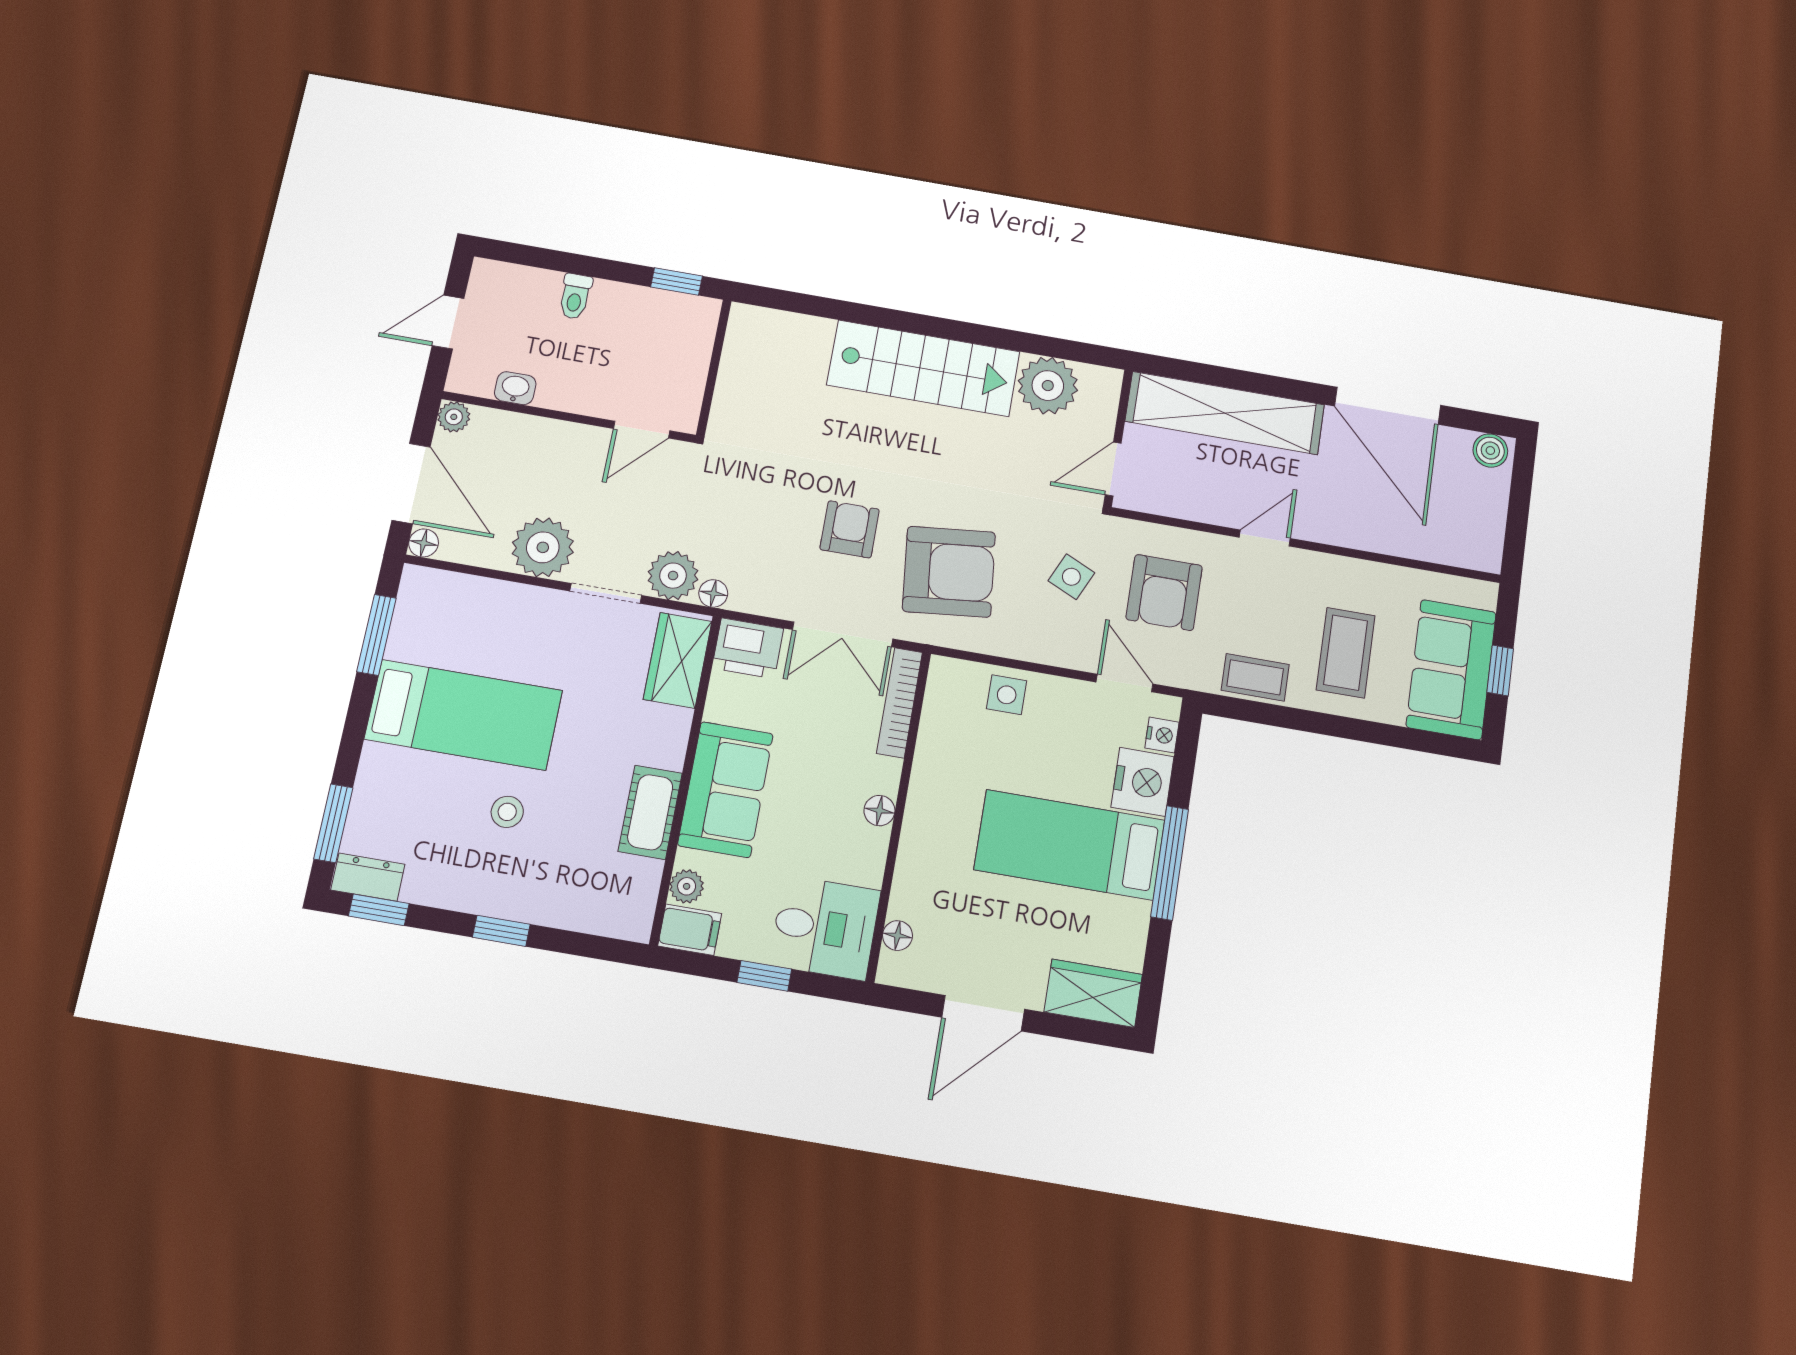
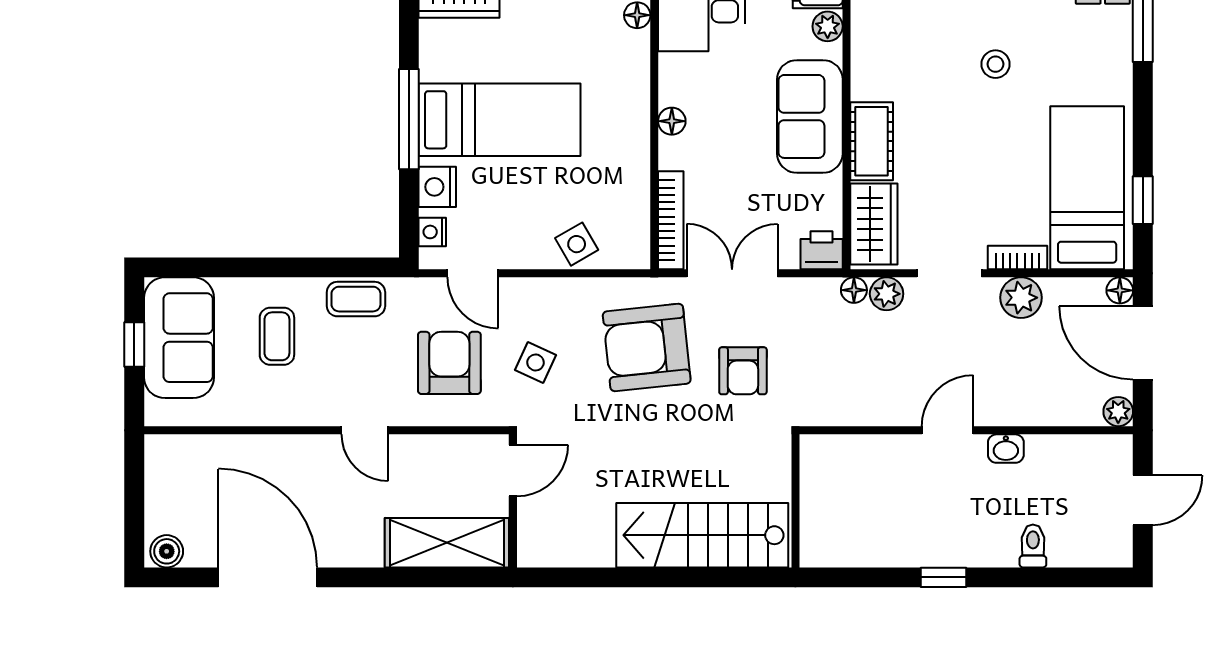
wall: (714, 368) -> (795, 501), moved
plant: (1048, 386) -> (585, 539), removed
washbasin: (515, 388) -> (1006, 449), moved
shelving: (1225, 413) -> (447, 543), width x0.68
door: (1265, 538) -> (365, 430), hinge flipped
plant: (543, 547) -> (1021, 298), width x0.73, depth x0.73
plant: (673, 576) -> (887, 294), width x0.73, depth x0.73
bookcase: (528, 597) -> (1017, 257), added
window: (376, 635) -> (1143, 200), width x0.67
printer: (748, 648) -> (822, 250), width x0.73, depth x0.81
coffee table: (1346, 653) -> (277, 336), width x0.73, depth x0.77
side table: (1007, 695) -> (577, 244), turned -30
bed: (464, 715) -> (1087, 188), moved, turned 90
nightstand: (1143, 782) -> (437, 187), width x0.74, depth x0.75
cot: (650, 812) -> (872, 141), moved

